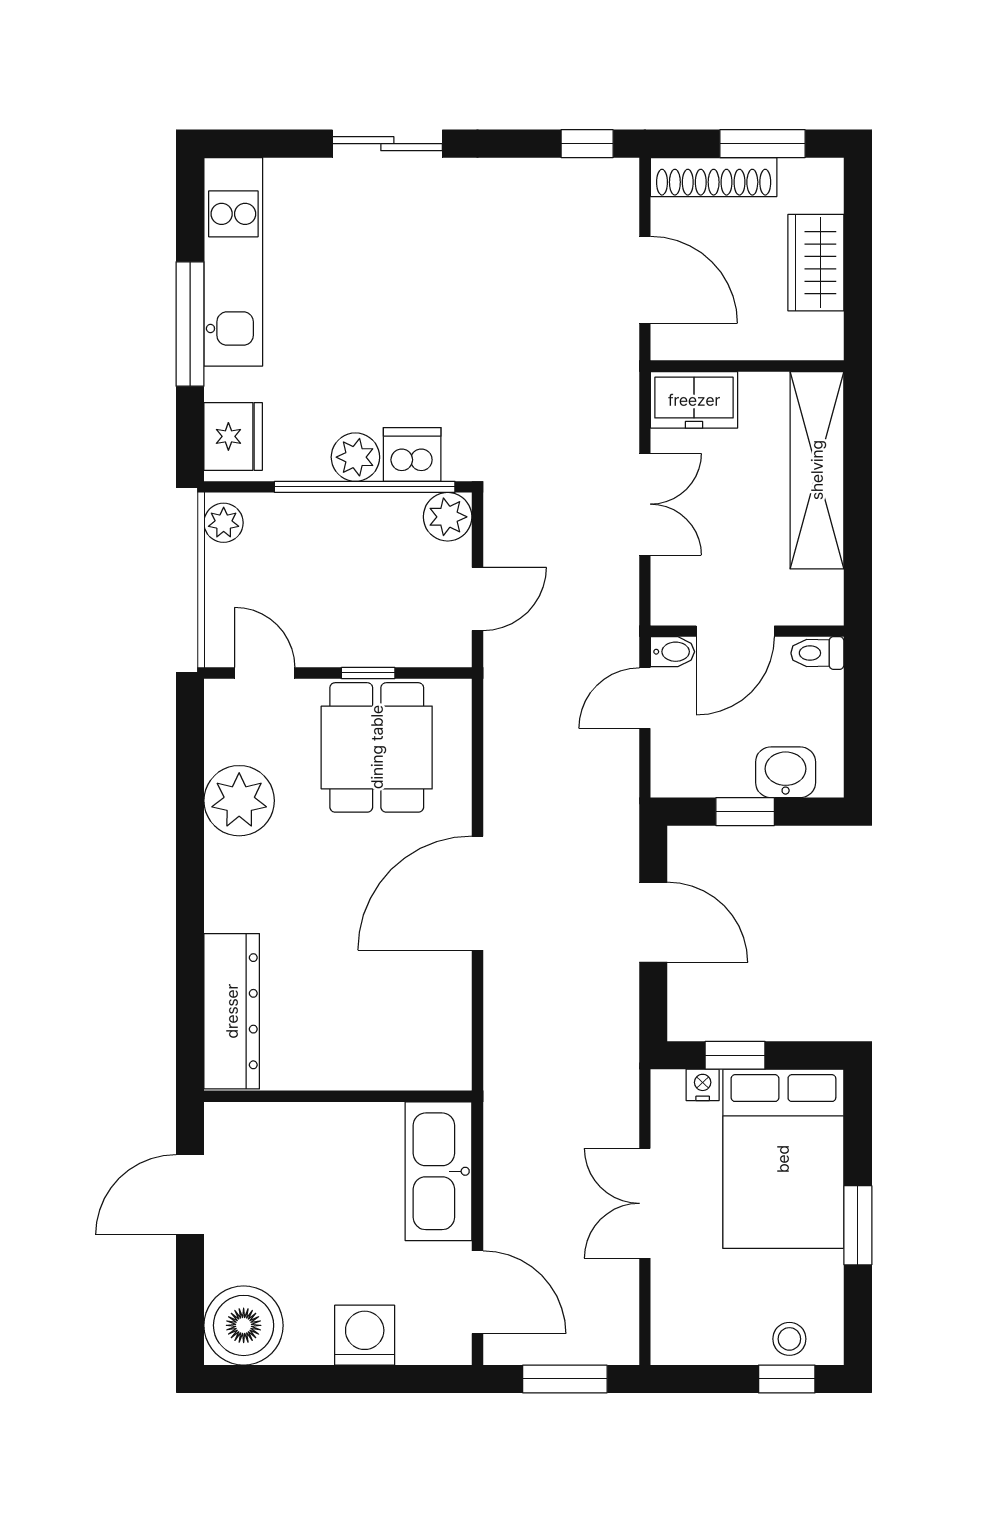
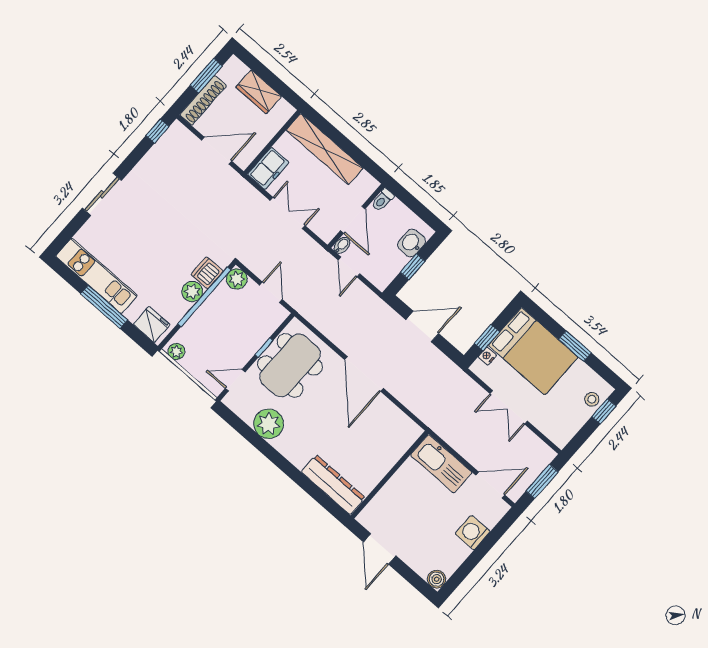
dining table: (377, 747) -> (290, 365), width x1.37
boiler: (244, 1325) -> (437, 579), width x0.54, depth x0.54

